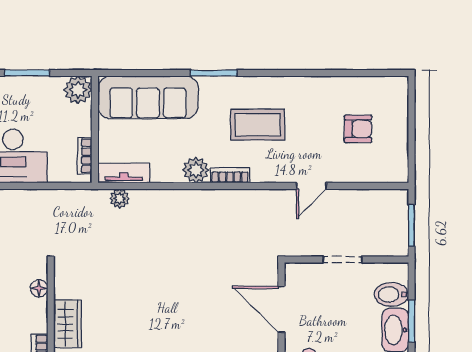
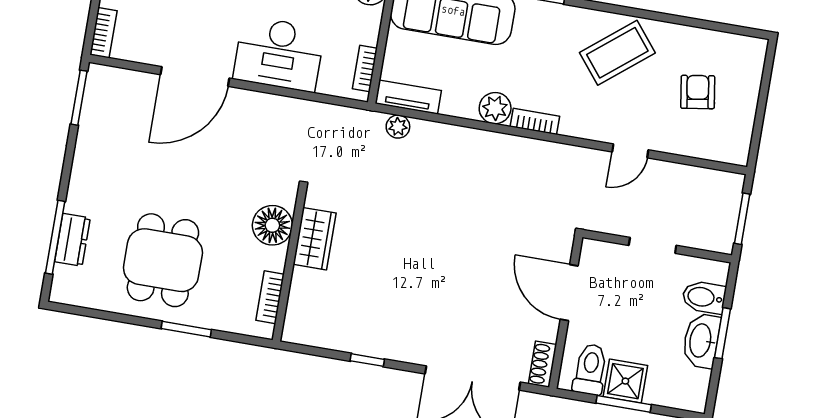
coffee table: (258, 125) -> (617, 53), moved, turned -39
armchair: (358, 129) -> (698, 92), turned -99
floor lamp: (39, 288) -> (272, 225), width x1.89, depth x1.89
wardrobe: (67, 324) -> (315, 239), moved

